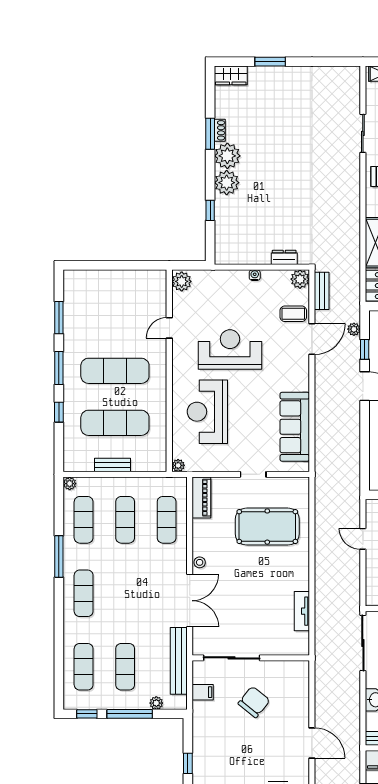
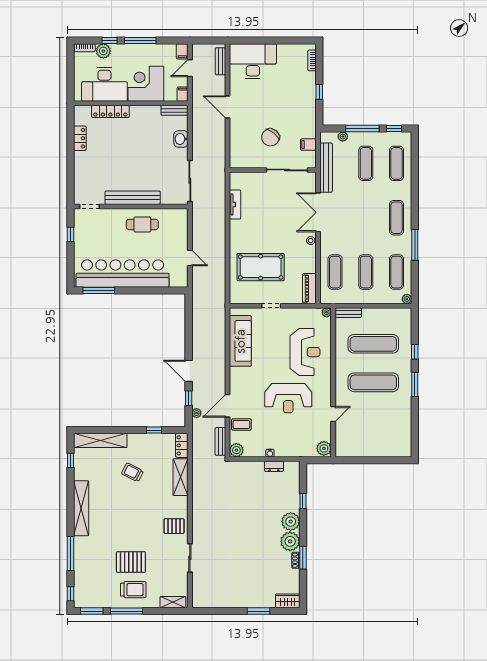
dresser: (284, 257) -> (274, 466), moved
window: (59, 318) -> (415, 422), removed
bench: (112, 465) -> (348, 313), moved

